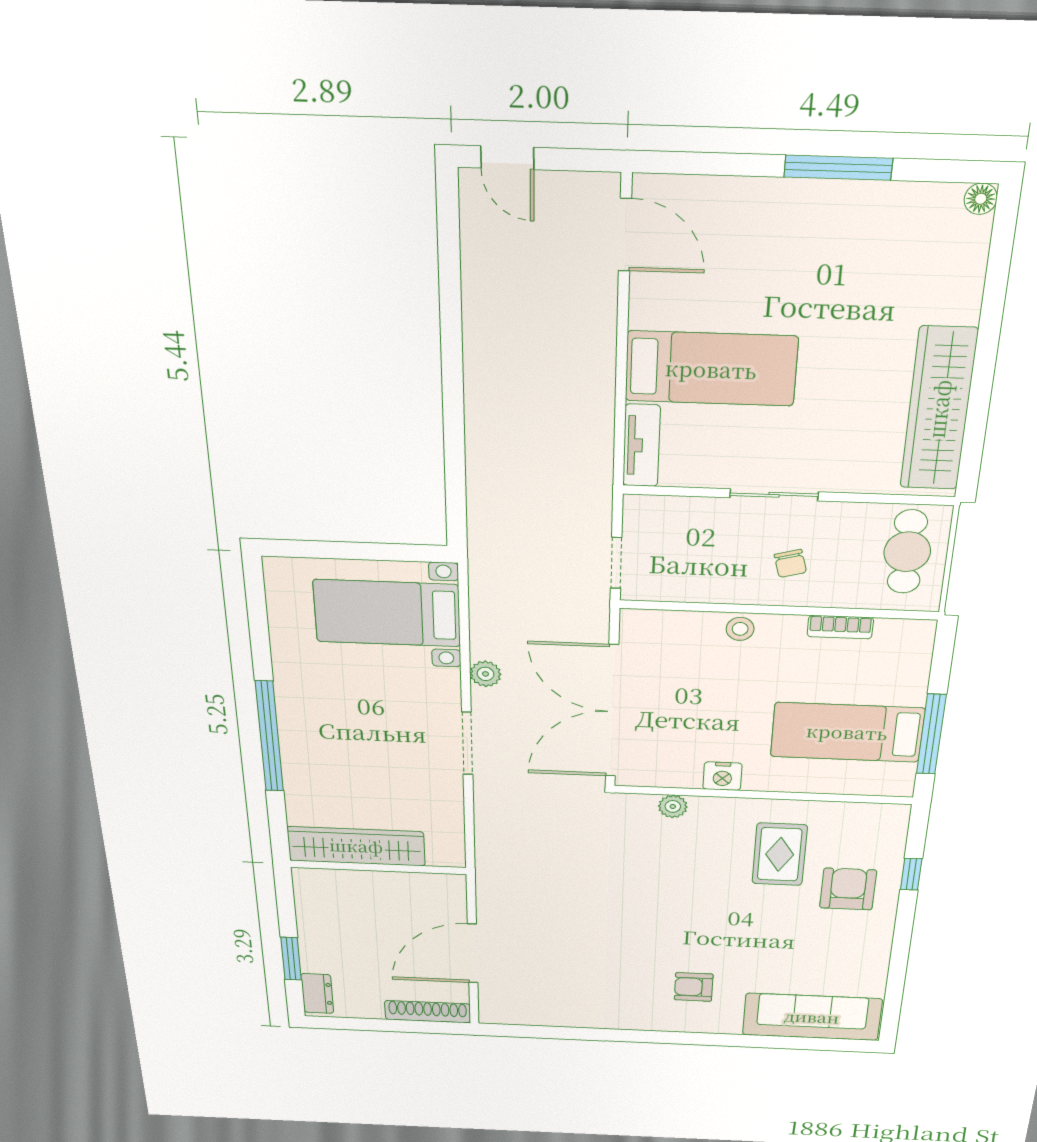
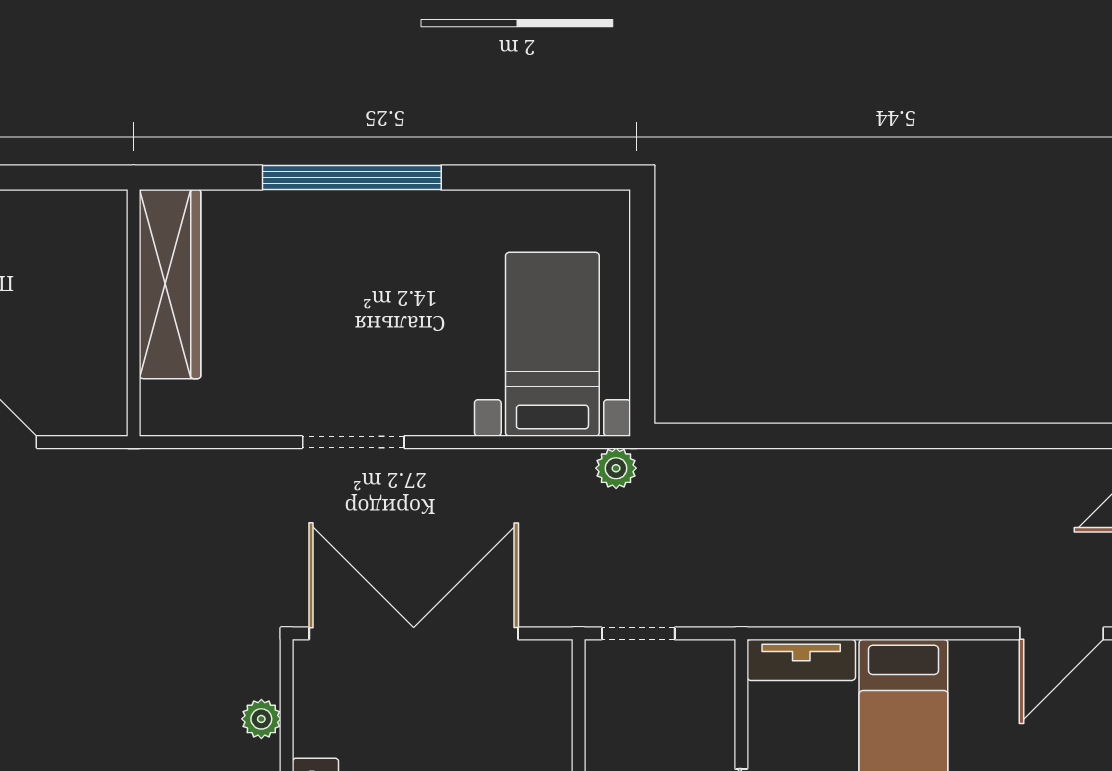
plant: (486, 674) -> (616, 468), moved

